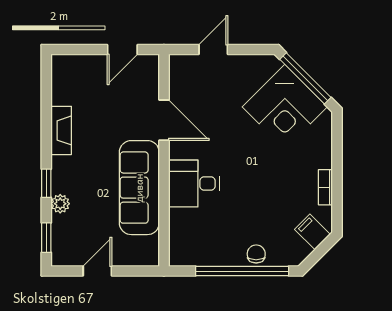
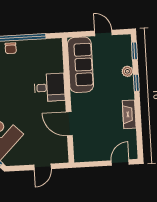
door: (122, 50) -> (120, 163), moved
sofa: (139, 188) -> (80, 65), moved
door: (97, 271) -> (103, 33), swing flipped

